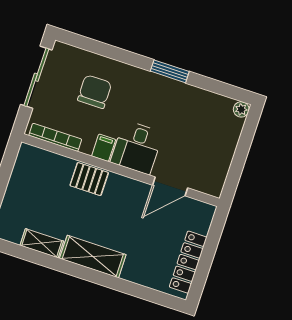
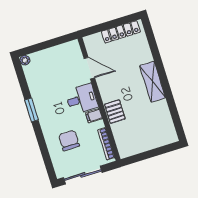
chair: (95, 92) -> (69, 140), turned 90
shelving: (42, 243) -> (164, 112), removed

